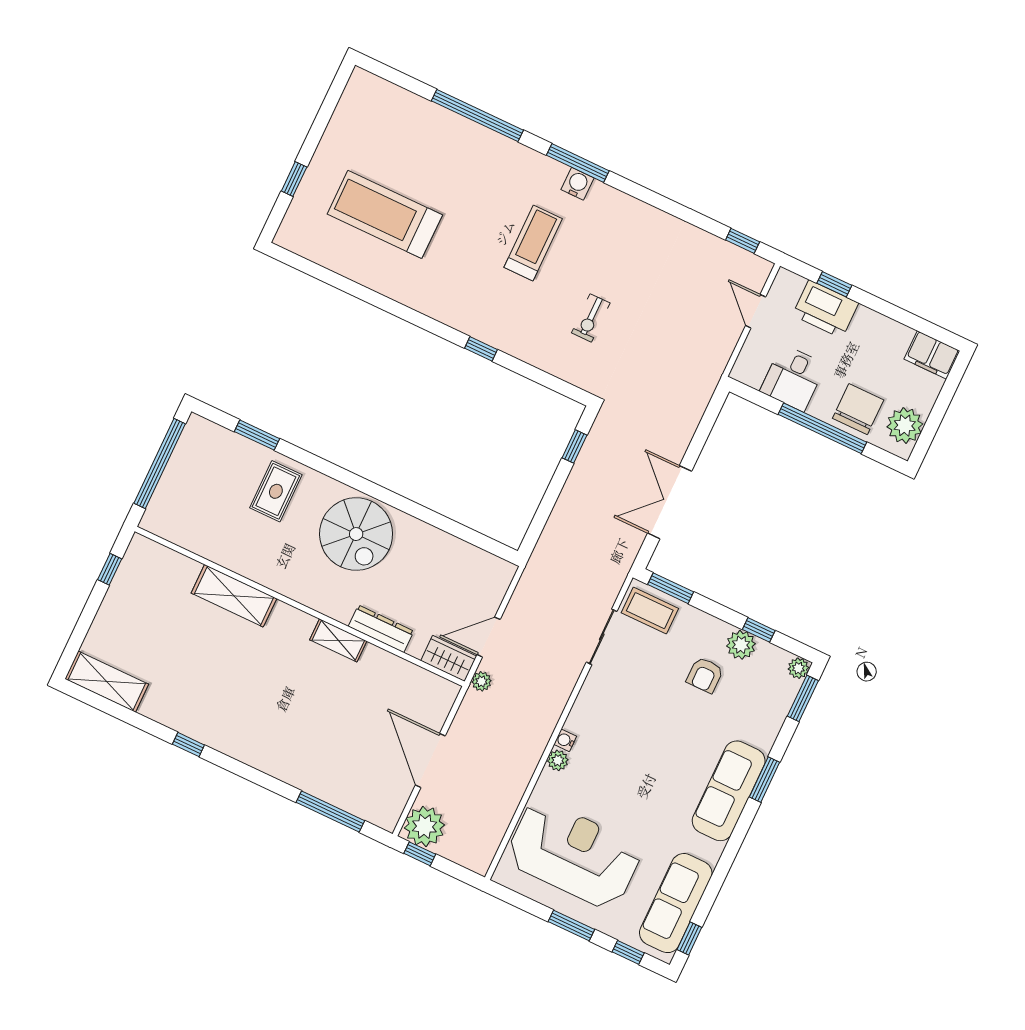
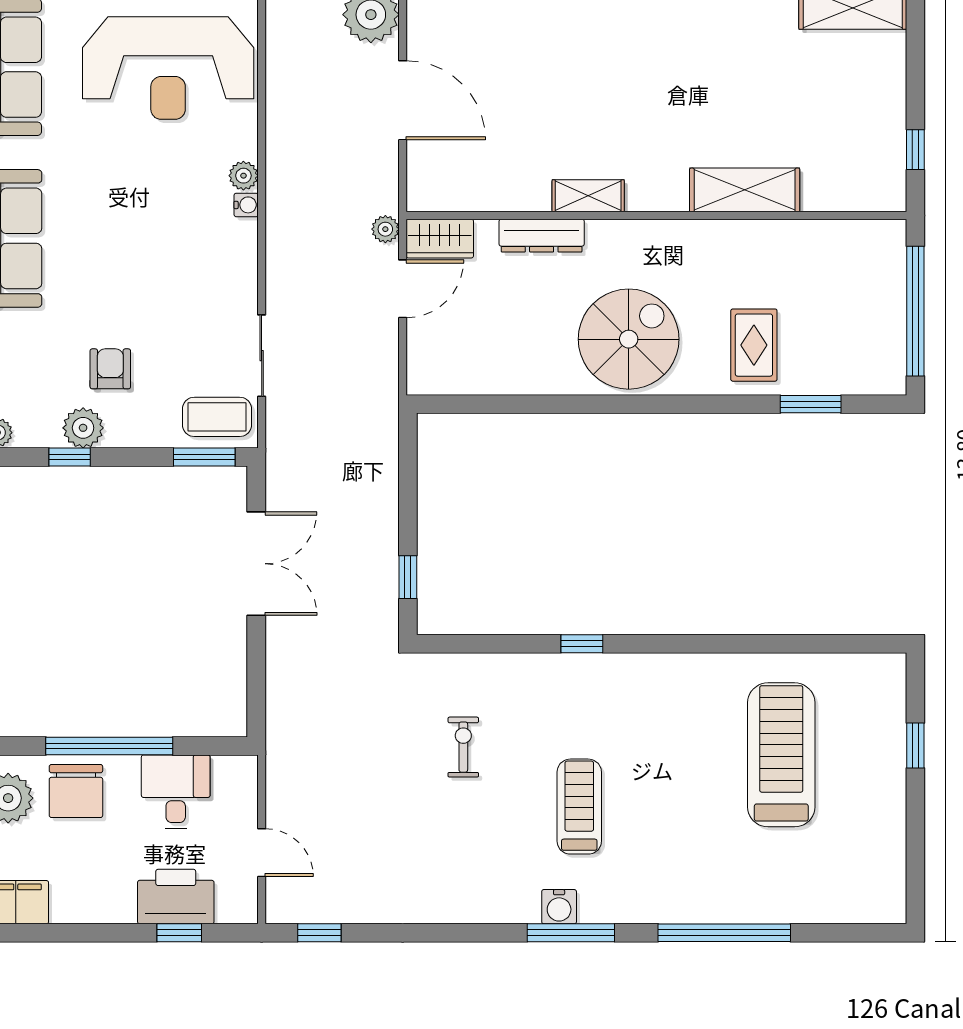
treadmill: (385, 214) -> (781, 755), turned -90
treadmill: (533, 243) -> (579, 807), turned 180
spiral stairs: (356, 534) -> (629, 339), turned 90

